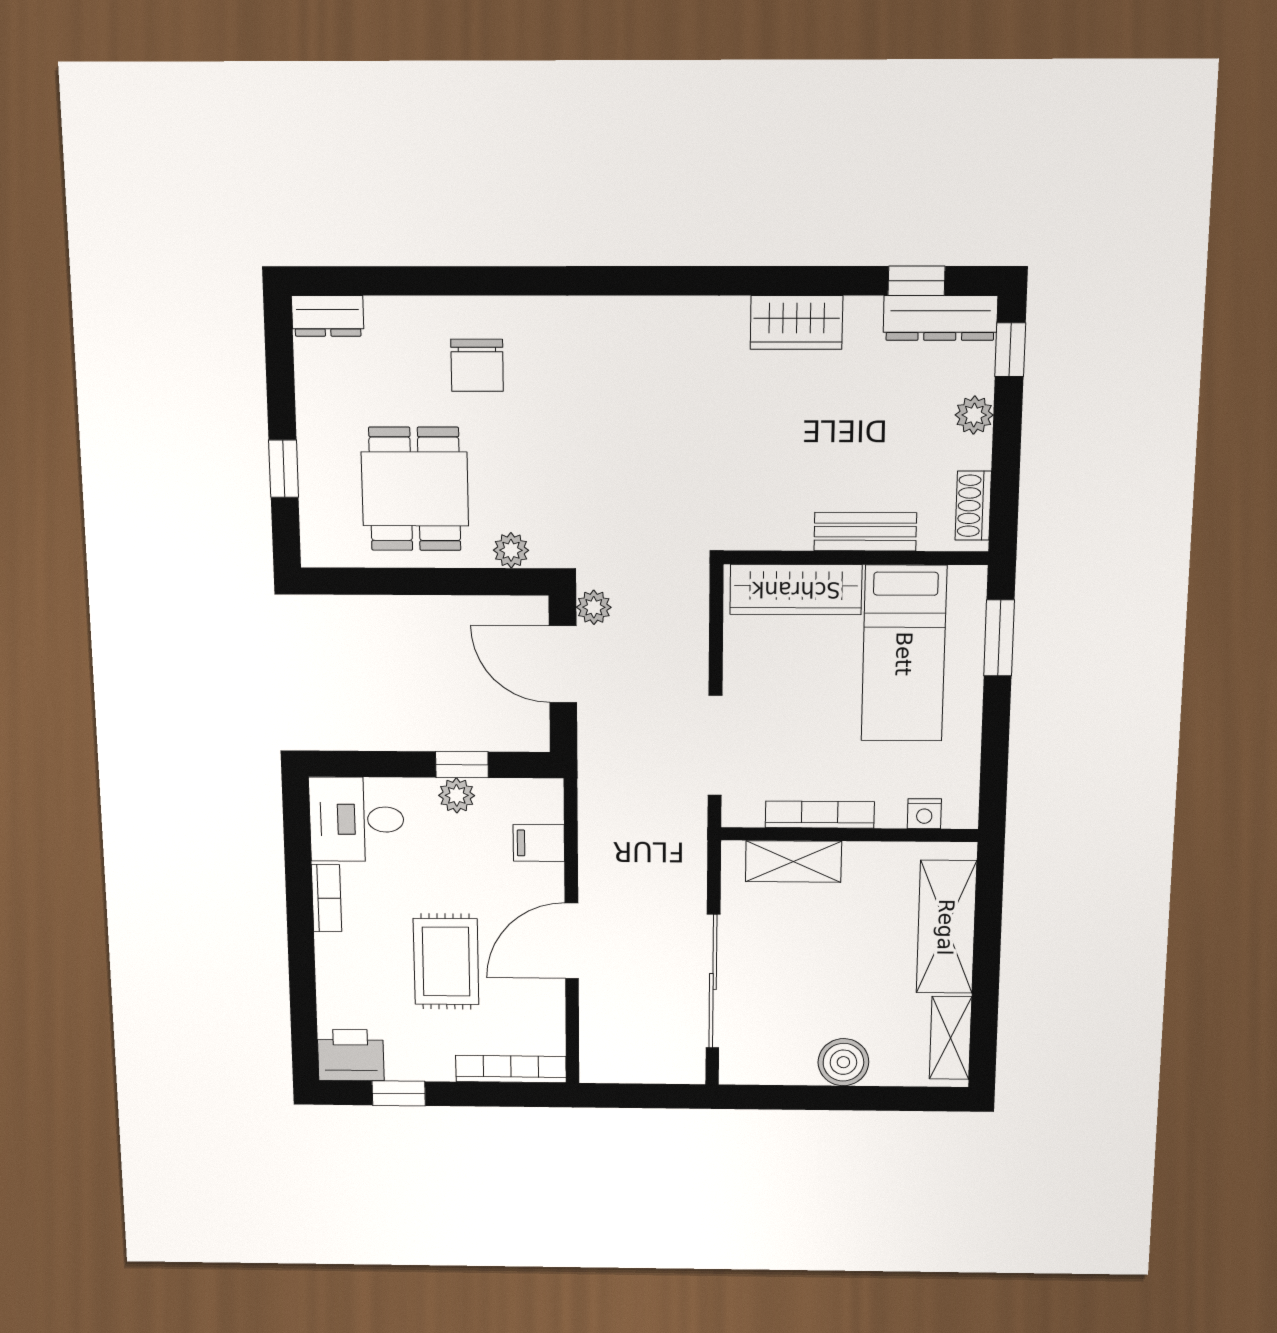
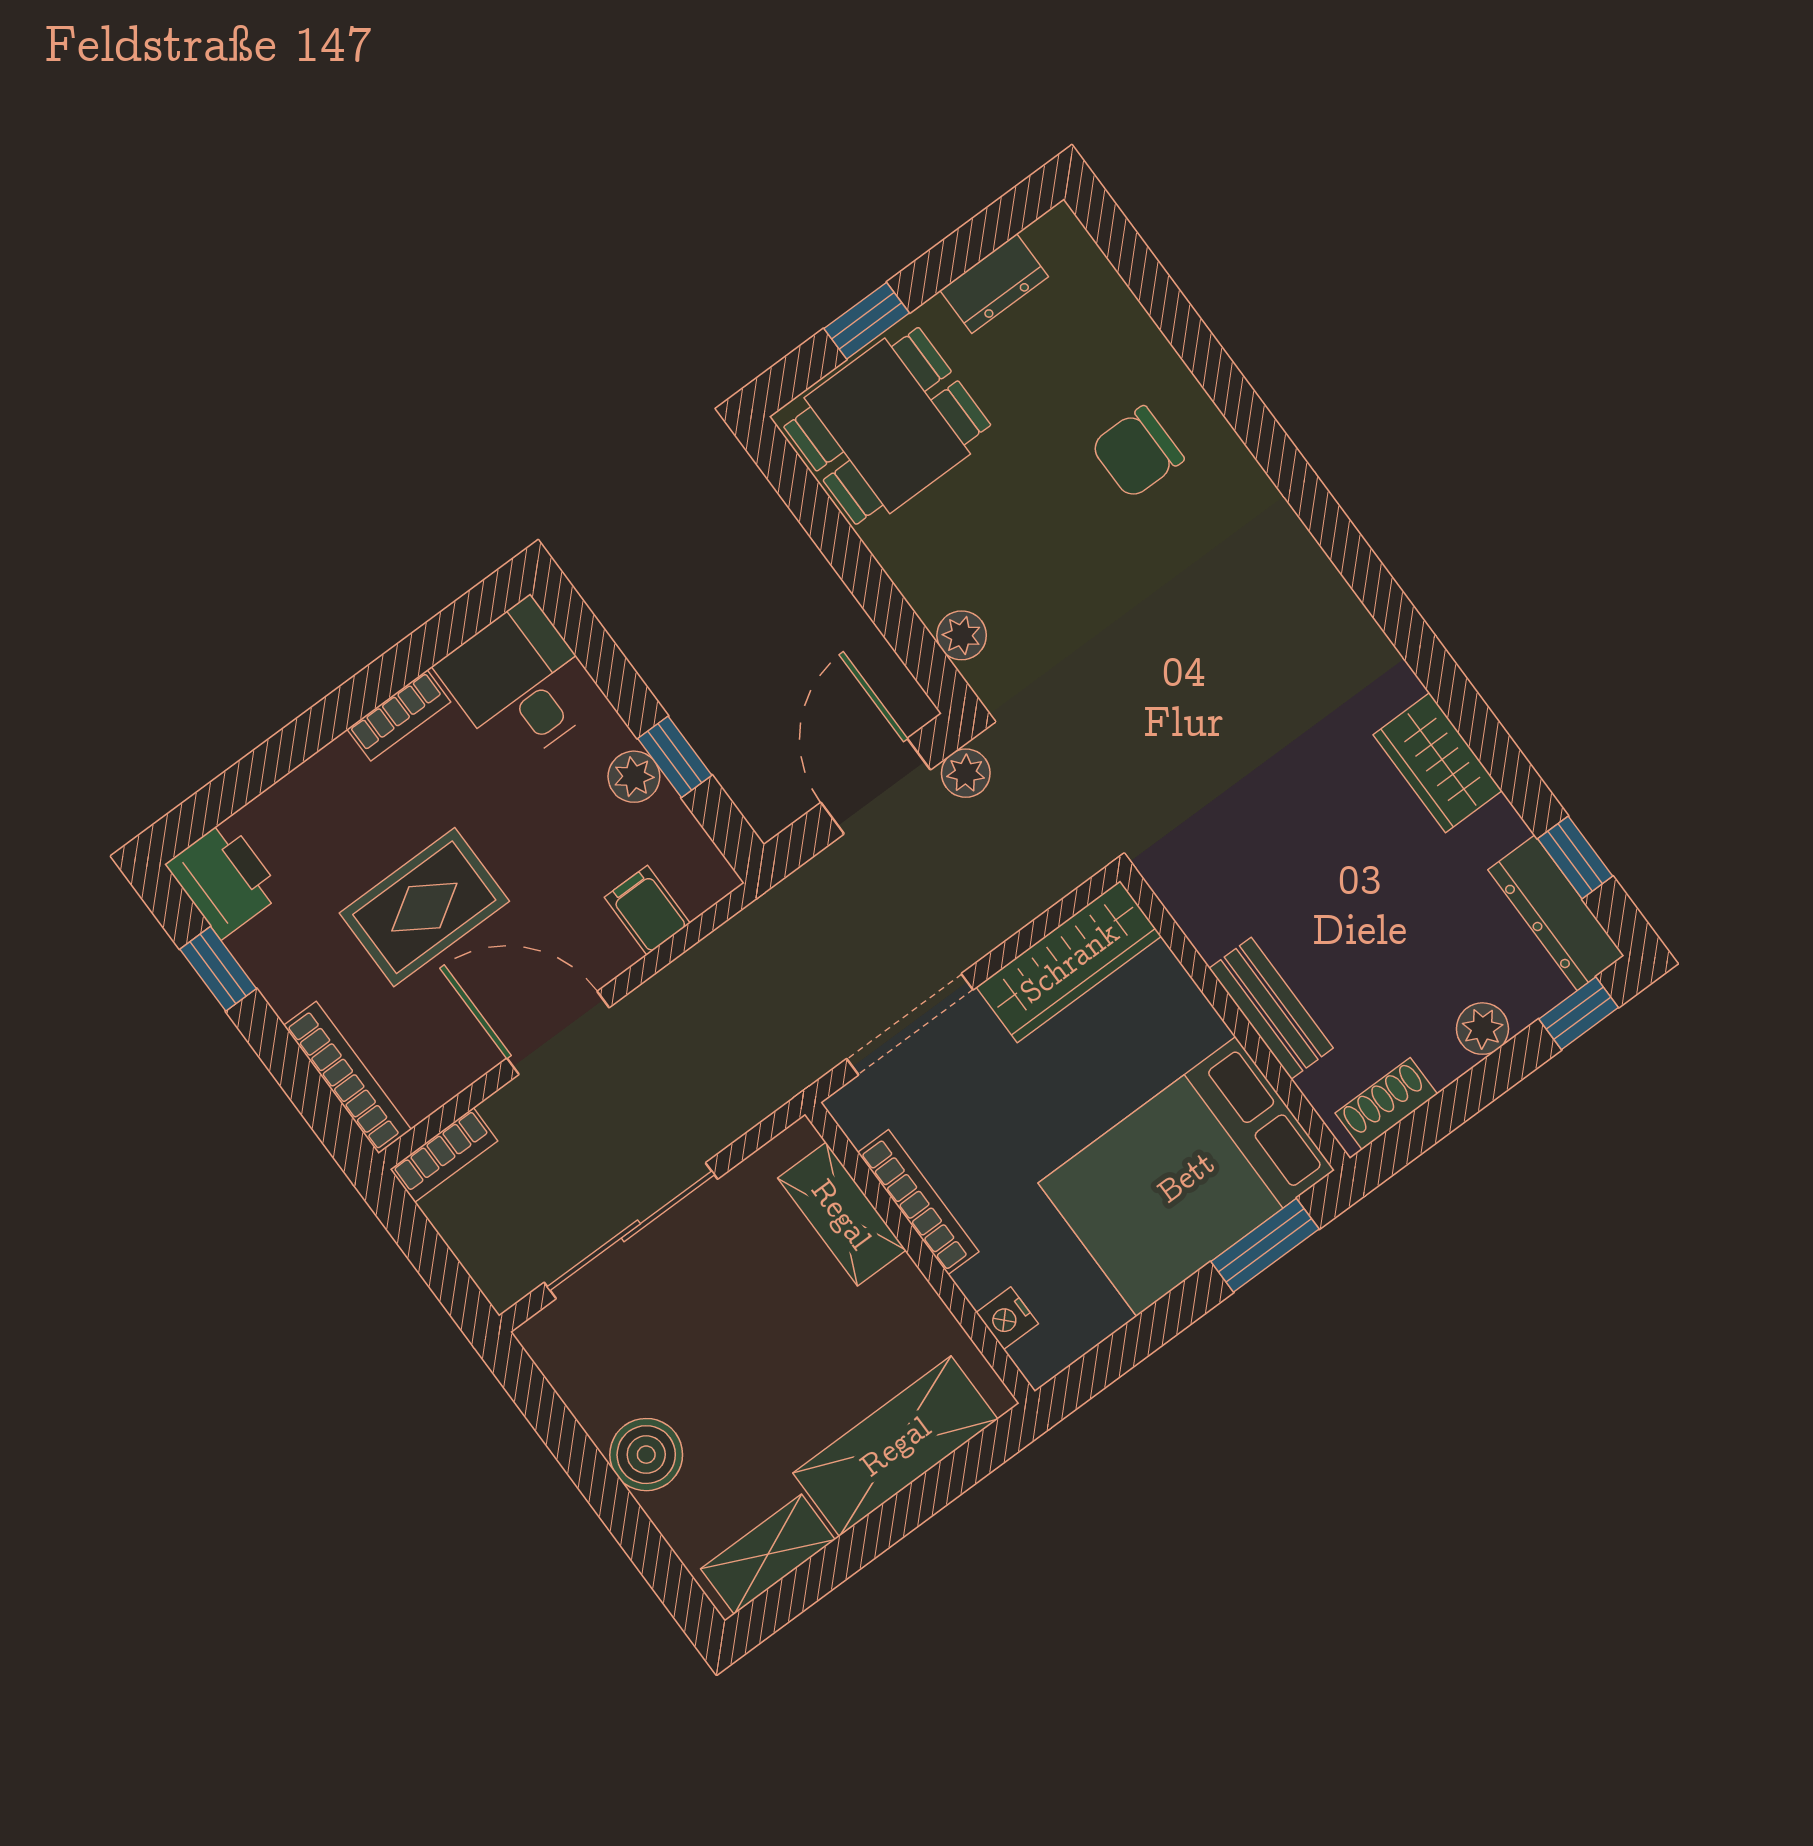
dresser: (328, 316) -> (994, 284), moved, turned -90
dining table: (415, 489) -> (887, 426), moved
wardrobe: (796, 590) -> (1069, 962), moved, turned -90
bed: (904, 654) -> (1186, 1177), width x1.50
bookcase: (593, 1049) -> (444, 1155), added

